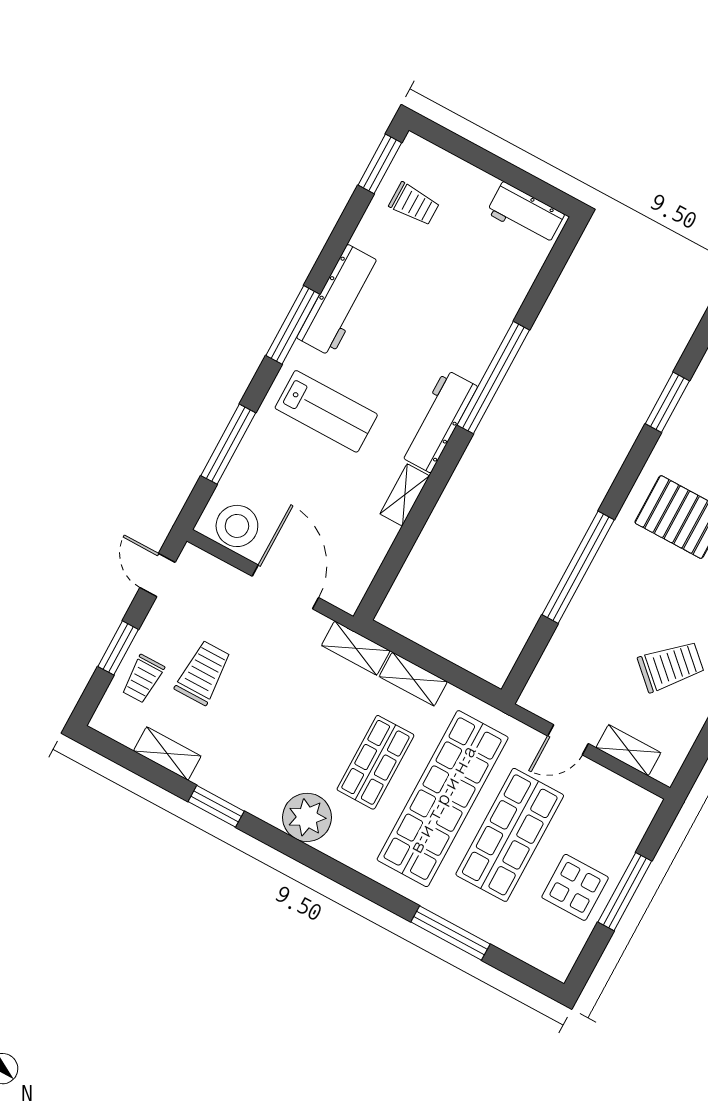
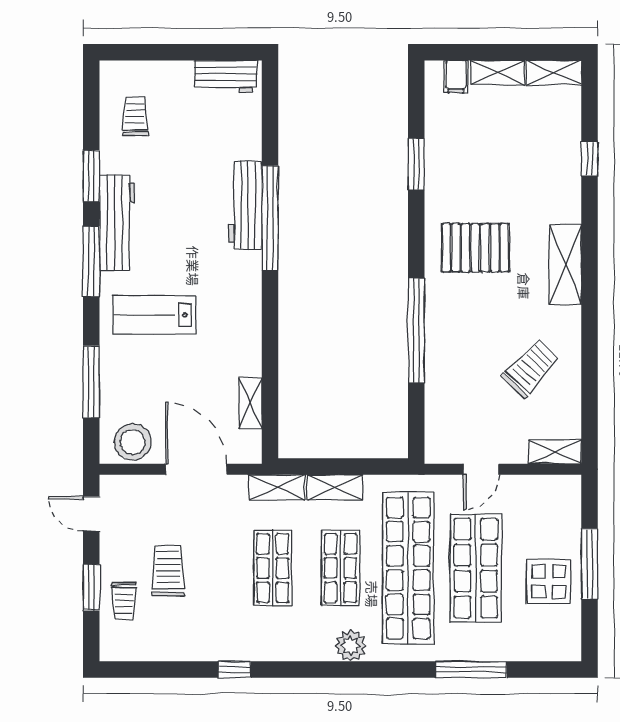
window: (380, 164) -> (91, 176), moved
trolley: (414, 204) -> (135, 116), turned -90
lab bench: (326, 411) -> (154, 315), turned 180
workbench: (438, 421) -> (245, 205), moved
shelving: (405, 495) -> (250, 403), moved
shop shelf: (308, 726) -> (273, 568), added
shelving: (628, 750) -> (555, 452), moved
shelving: (167, 754) -> (174, 649), removed
window: (216, 806) -> (235, 670), width x0.67
plant: (307, 817) -> (351, 646), moved, width x0.73, depth x0.73

